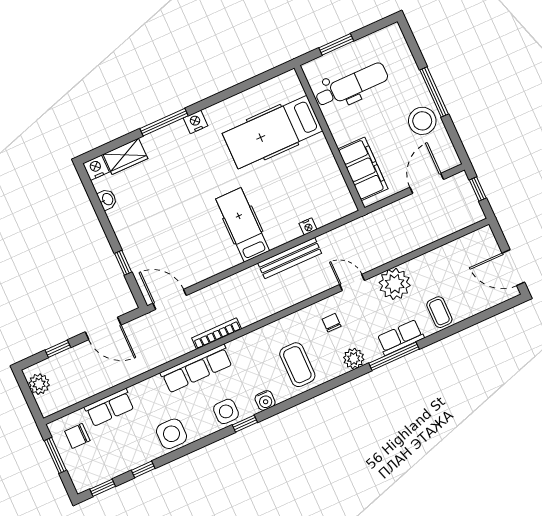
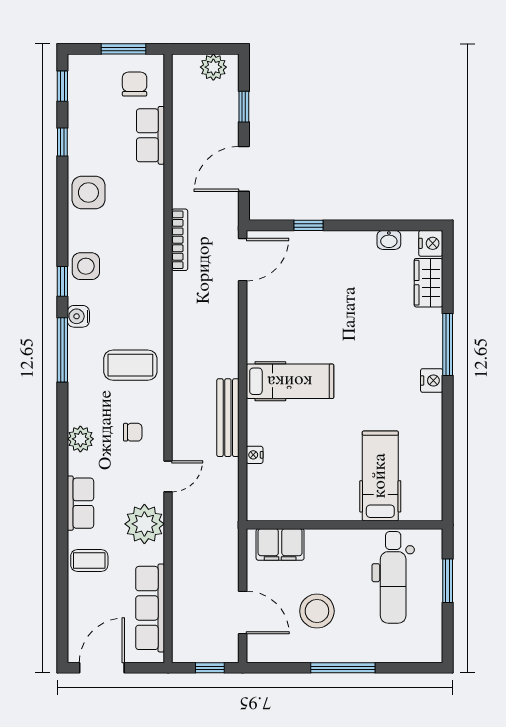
stool: (422, 121) -> (317, 611), moved
hospital bed: (272, 132) -> (380, 476), width x0.73, depth x0.78
filing cabinet: (363, 169) -> (280, 544), width x0.67, depth x0.86
bookcase: (217, 333) -> (180, 240), moved
window: (394, 356) -> (62, 350), moved
coffee table: (297, 365) -> (130, 365), moved
row of seats: (196, 369) -> (150, 608), moved

